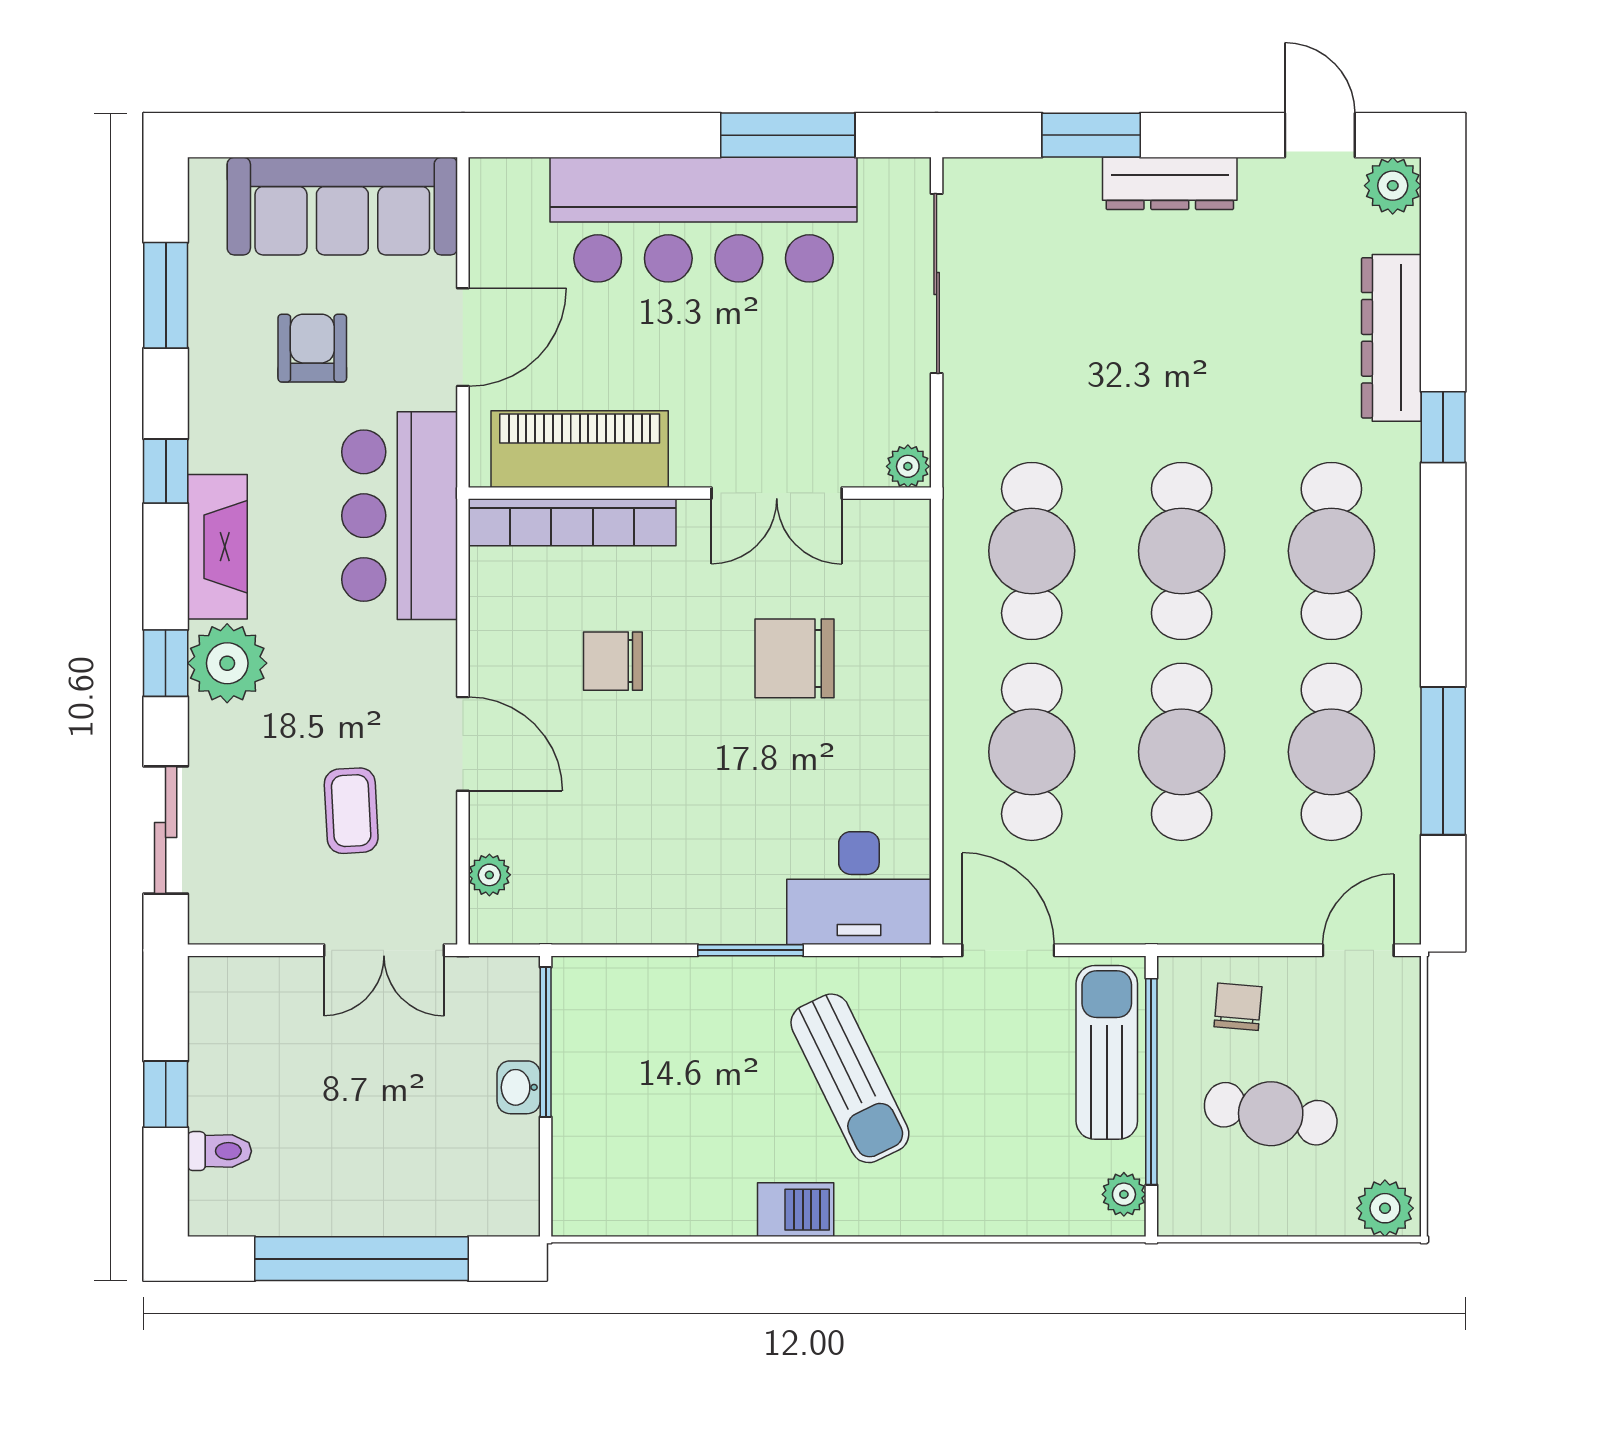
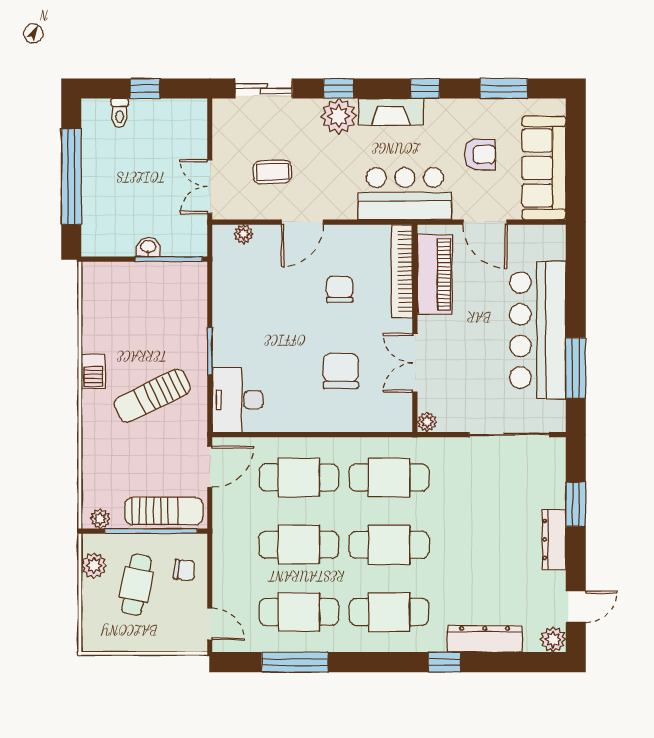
plant: (1385, 1208) -> (94, 566), moved

